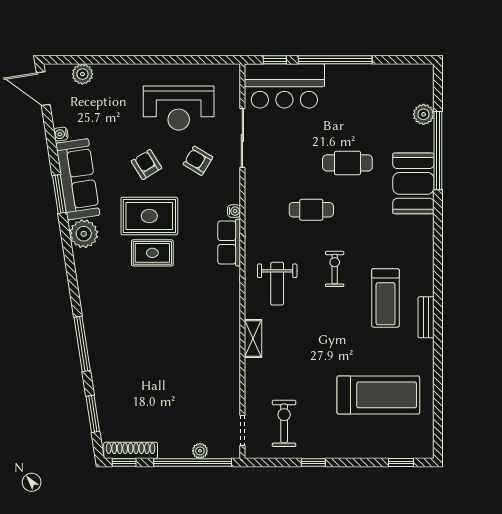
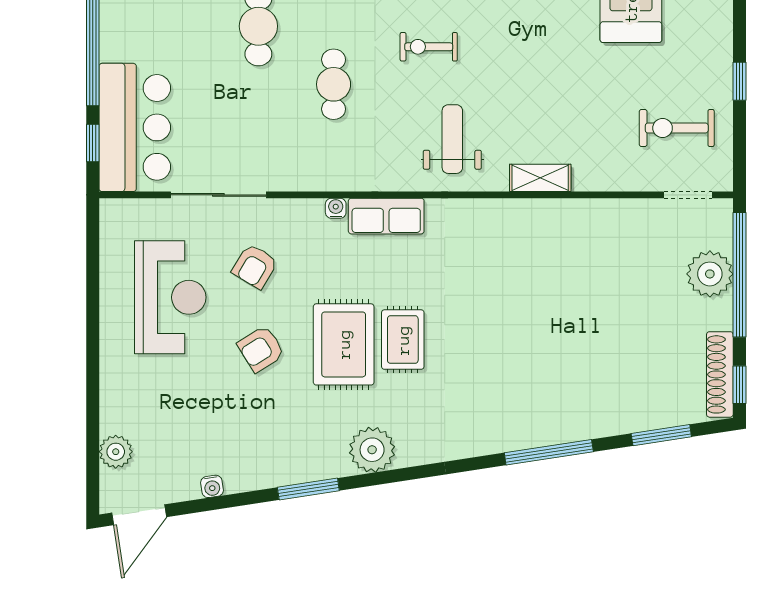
sofa: (78, 179) -> (285, 459), removed
weight bench: (277, 284) -> (452, 139), turned -90
plant: (200, 451) -> (710, 274), width x1.88, depth x1.88

